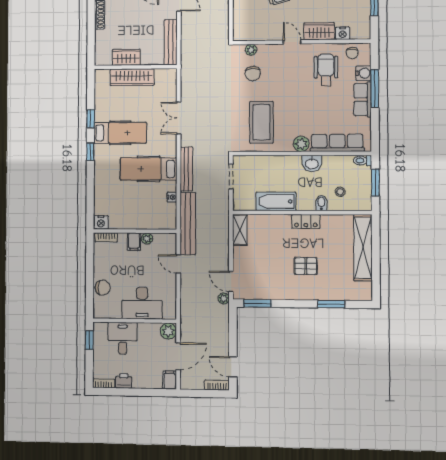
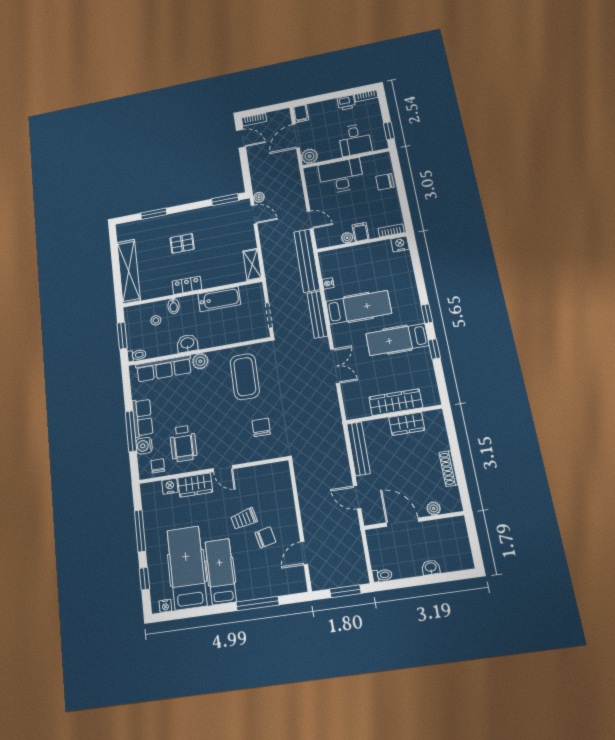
plant: (251, 50) -> (267, 453), removed

